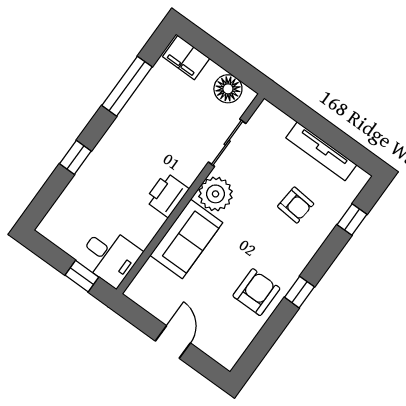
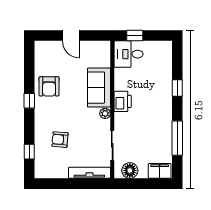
tv unit: (321, 151) -> (89, 173), moved
plant: (215, 194) -> (105, 113), width x0.53, depth x0.53

